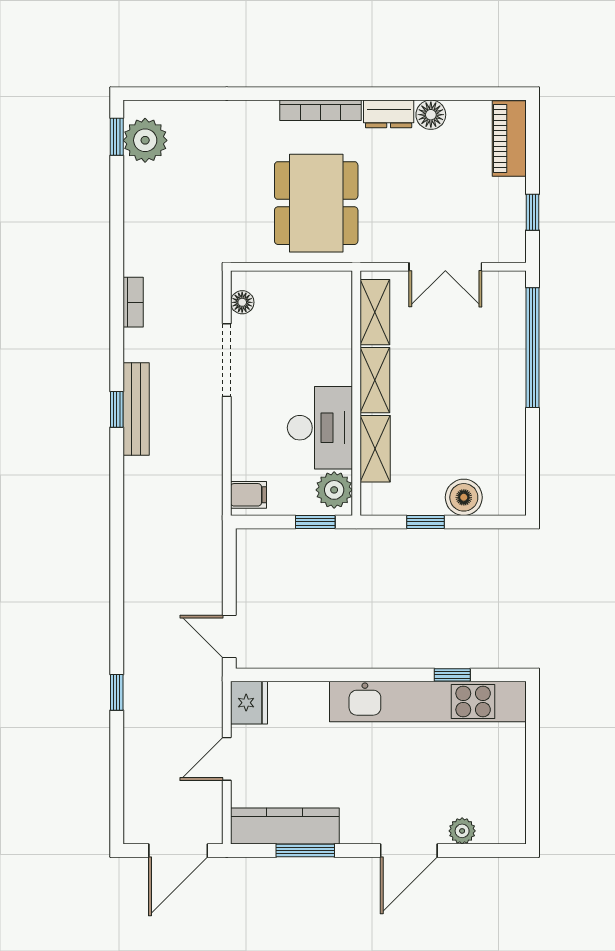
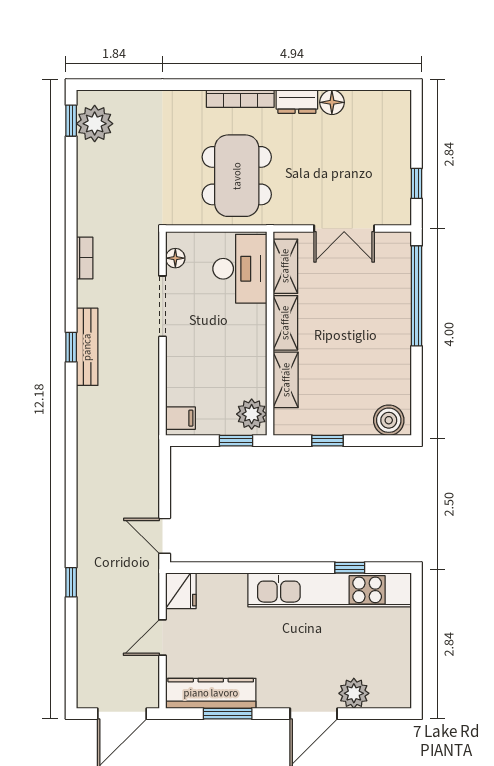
piano: (509, 139) -> (397, 122), removed
desk: (320, 428) -> (240, 269), moved
boiler: (464, 497) -> (389, 420), moved
plant: (462, 831) -> (354, 693), width x1.38, depth x1.38

